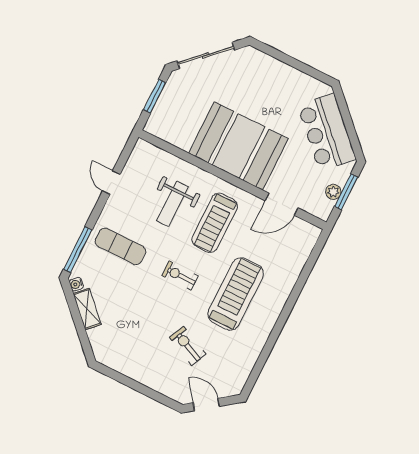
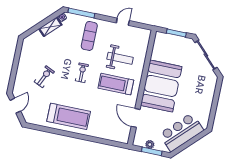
weight bench: (173, 204) -> (120, 58), turned 180
treadmill: (236, 294) -> (69, 116), moved
exercise bike: (188, 346) -> (44, 77), moved

